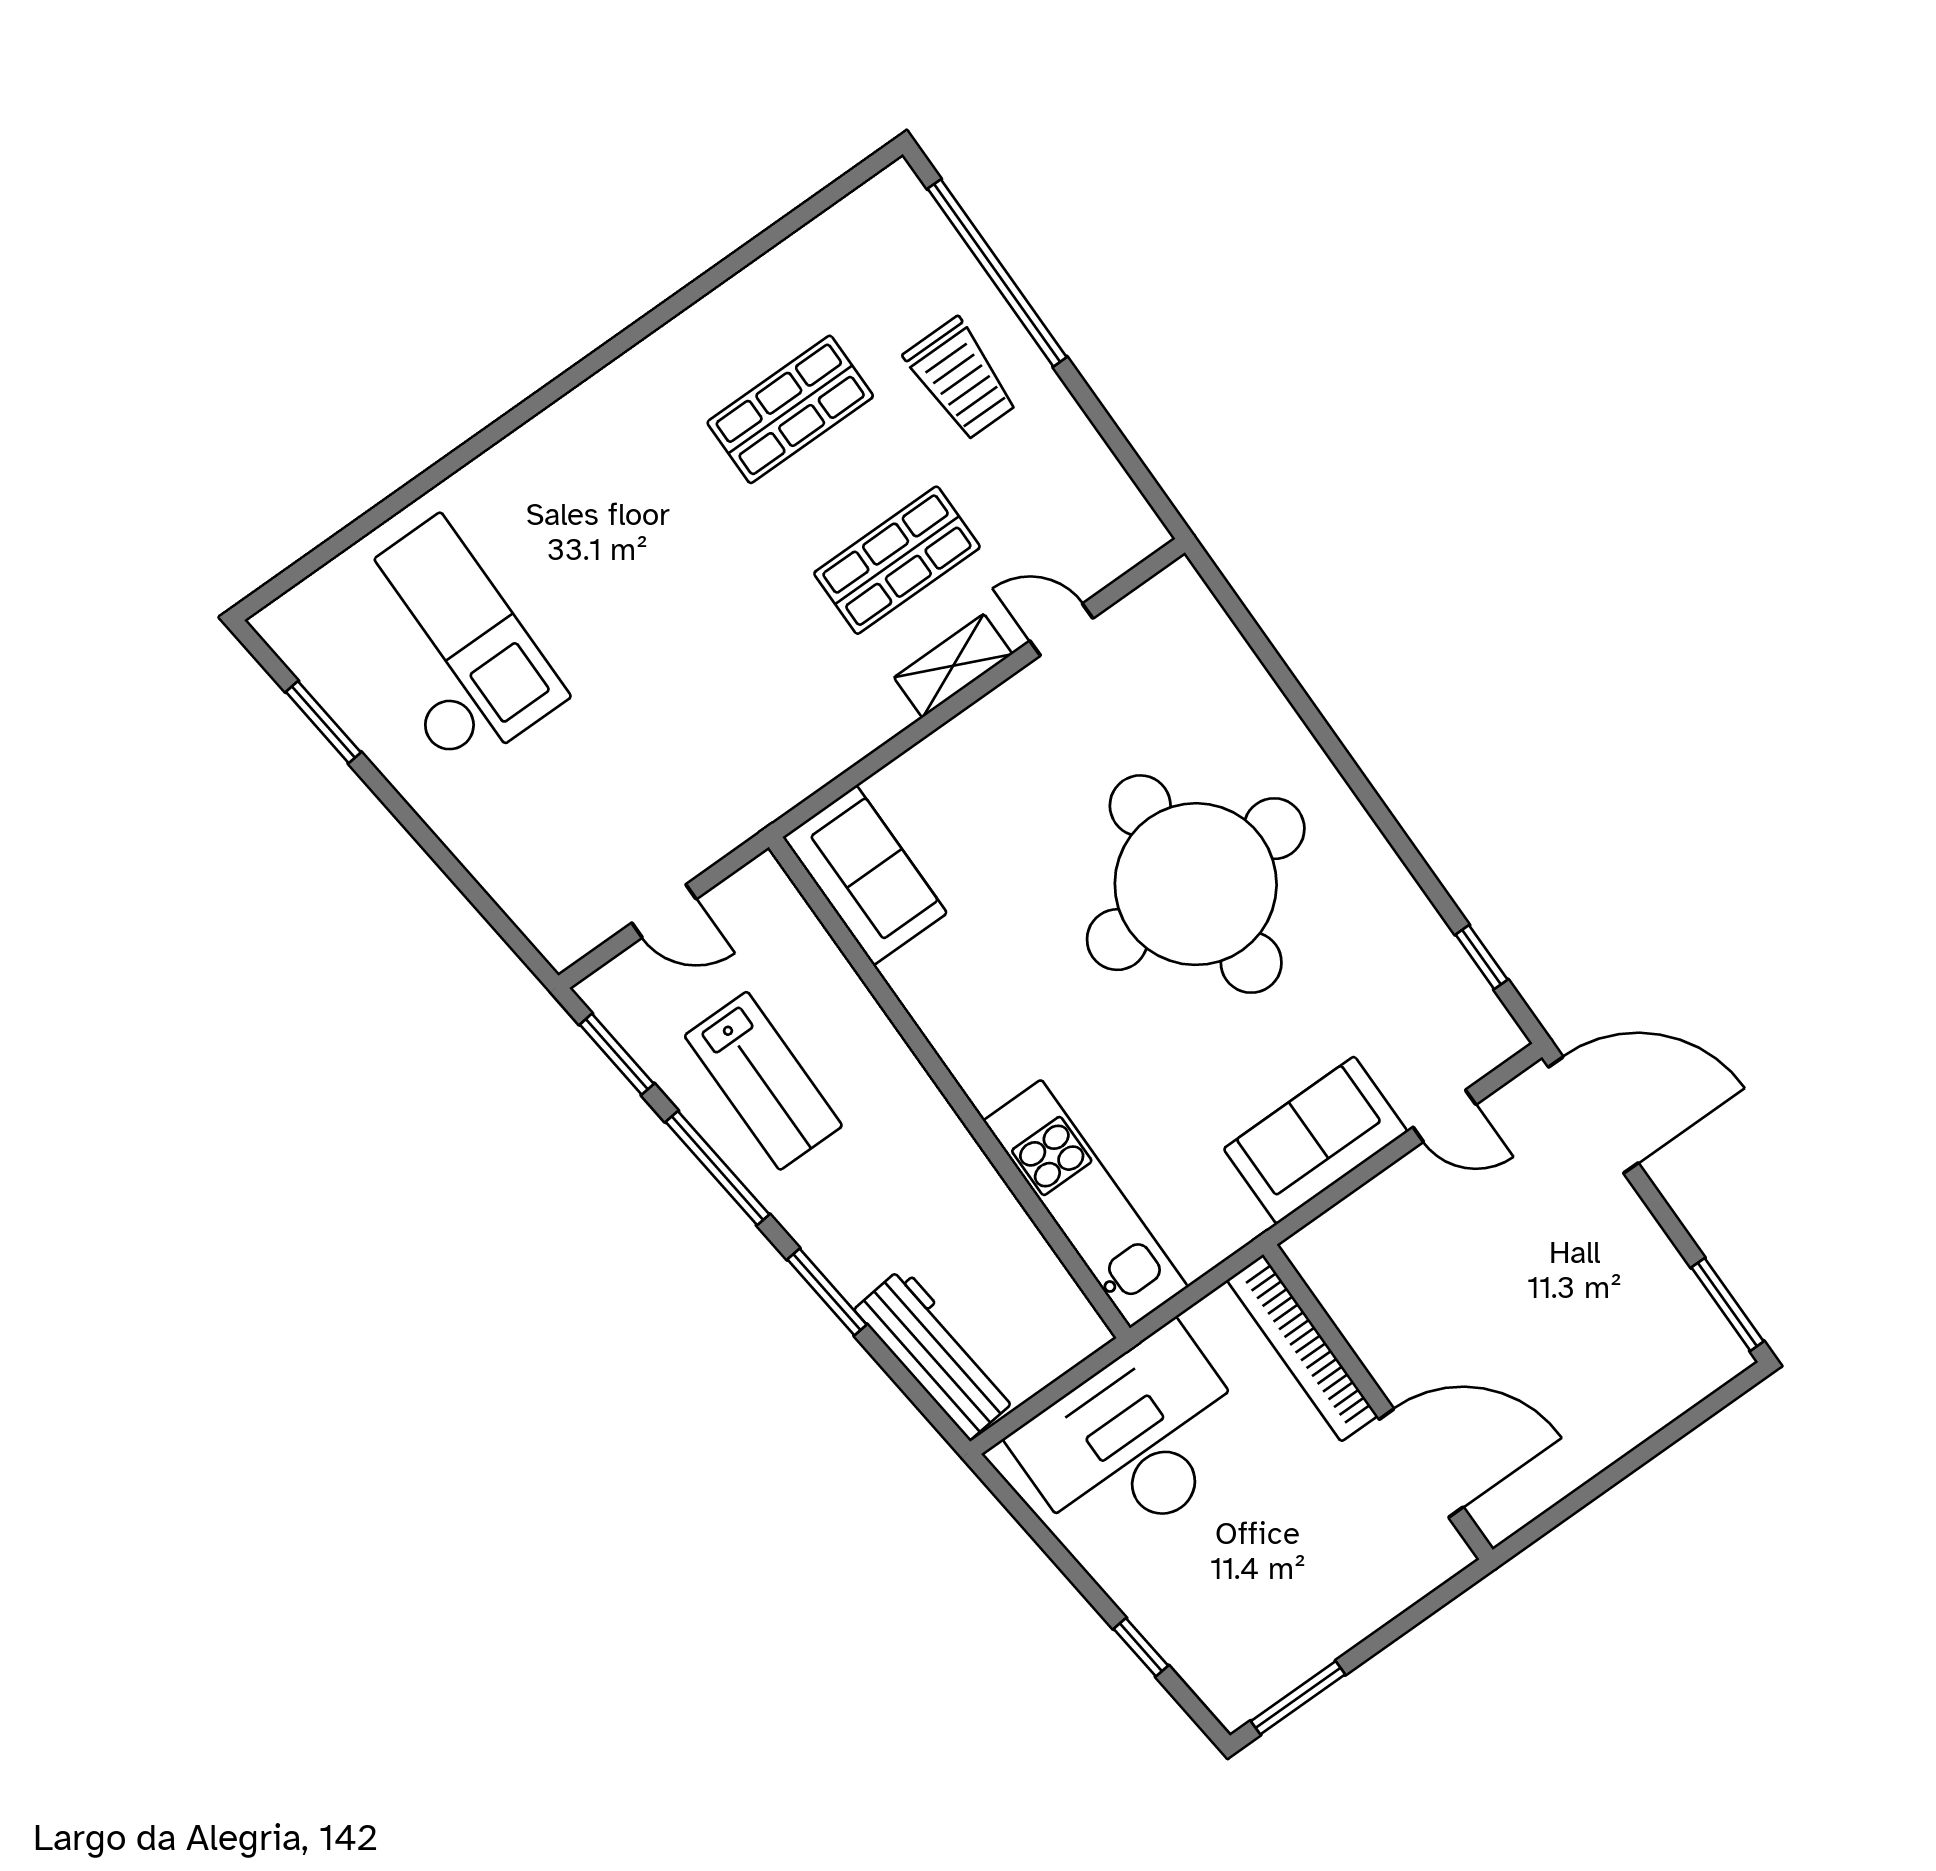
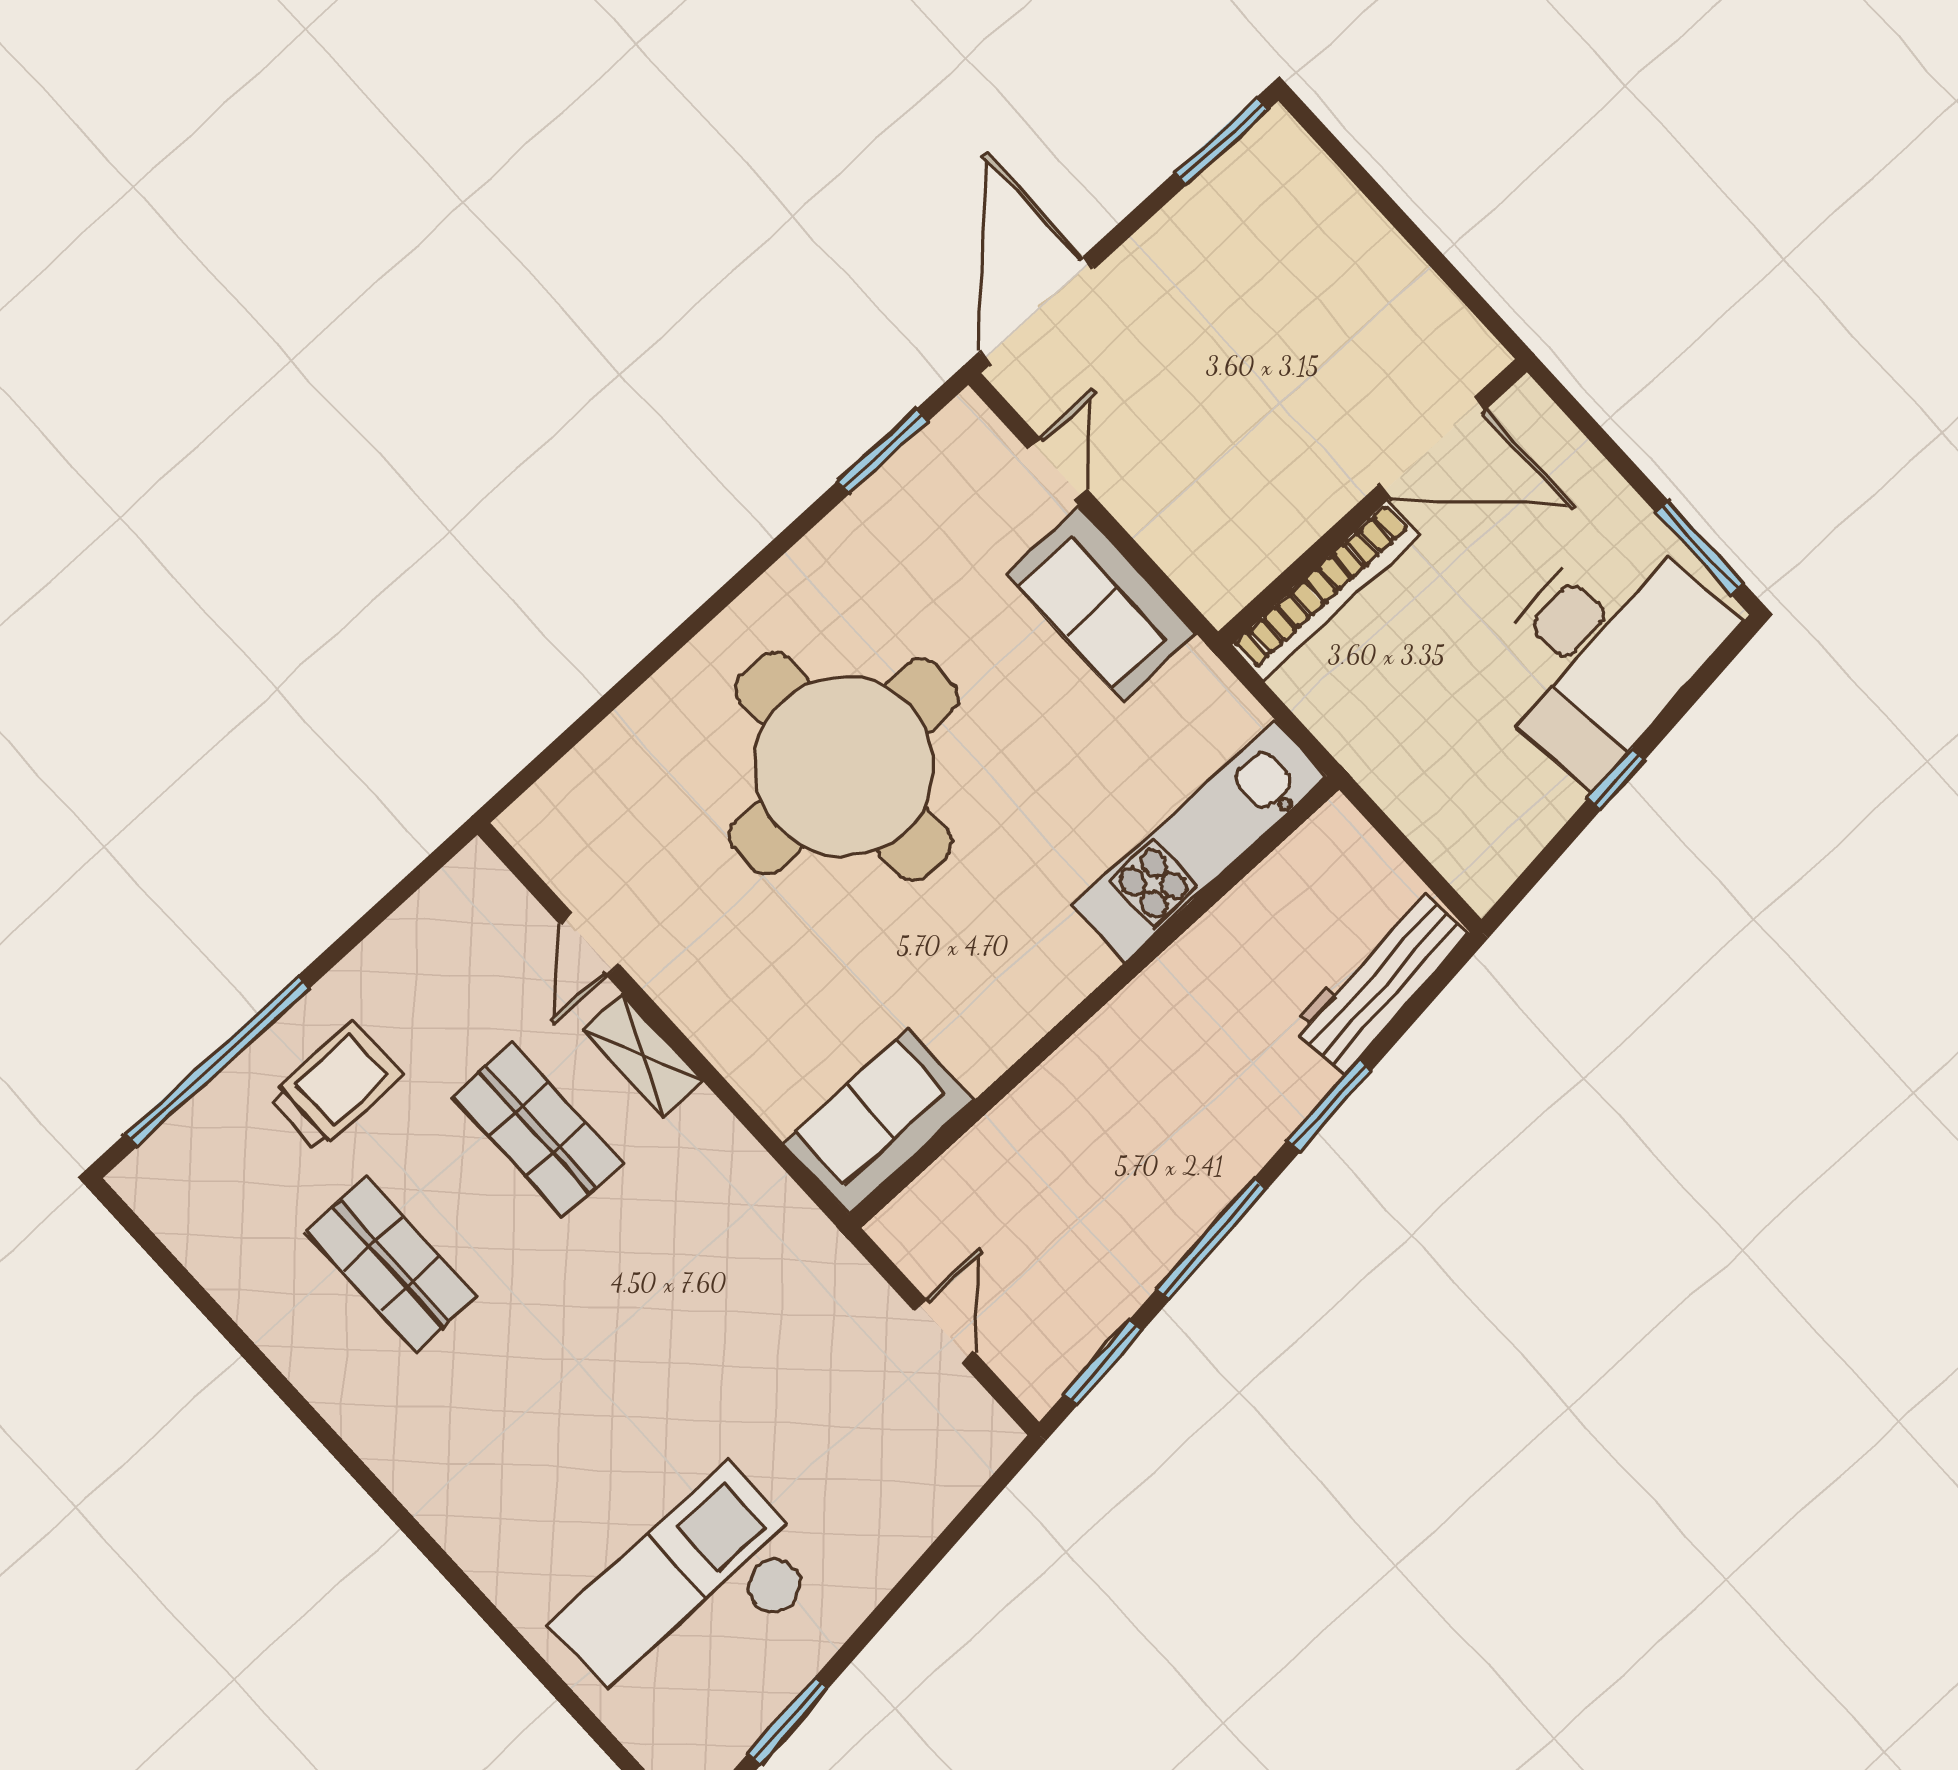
window: (1482, 957) -> (883, 451), width x1.50
lab bench: (763, 1081) -> (1112, 1202), removed
desk: (1135, 1442) -> (1603, 651), moved, turned -96
door: (1421, 1463) -> (1432, 447), swing flipped
window: (1141, 1647) -> (1616, 779), moved

